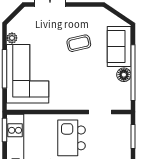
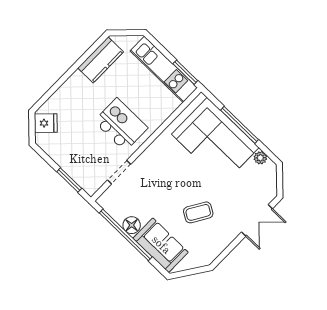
coffee table: (79, 43) -> (198, 212), turned 44

